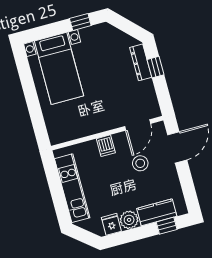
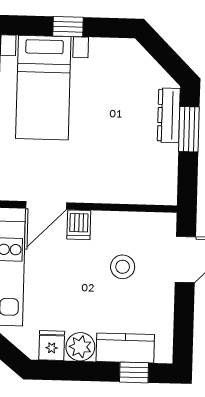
window: (80, 22) -> (68, 27), moved
window: (156, 67) -> (189, 129), width x1.50
door: (138, 125) -> (46, 205), moved

